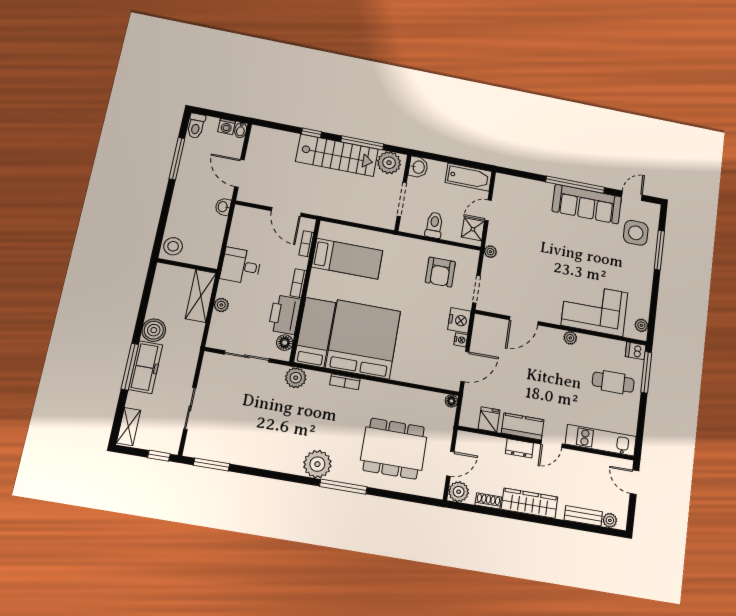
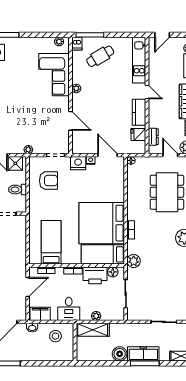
filing cabinet: (242, 222) -> (40, 314), added
stool: (173, 246) -> (55, 336), moved
cafe table: (613, 382) -> (100, 56), turned 59
dresser: (519, 448) -> (153, 137), moved

